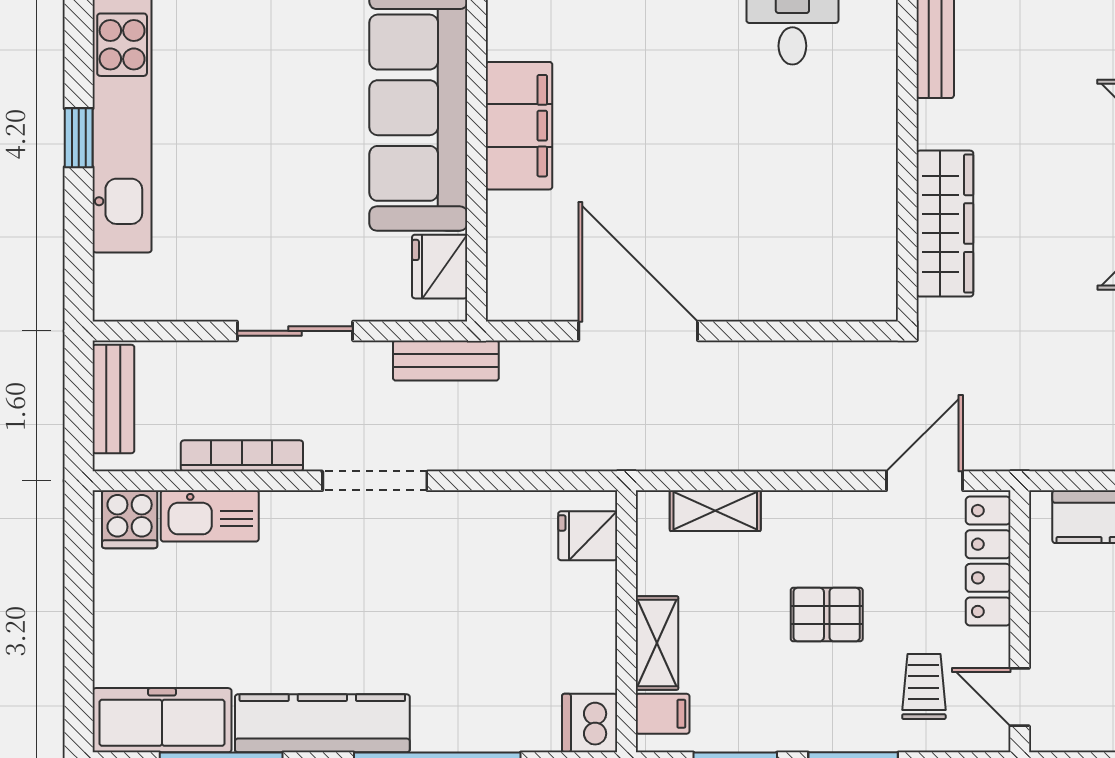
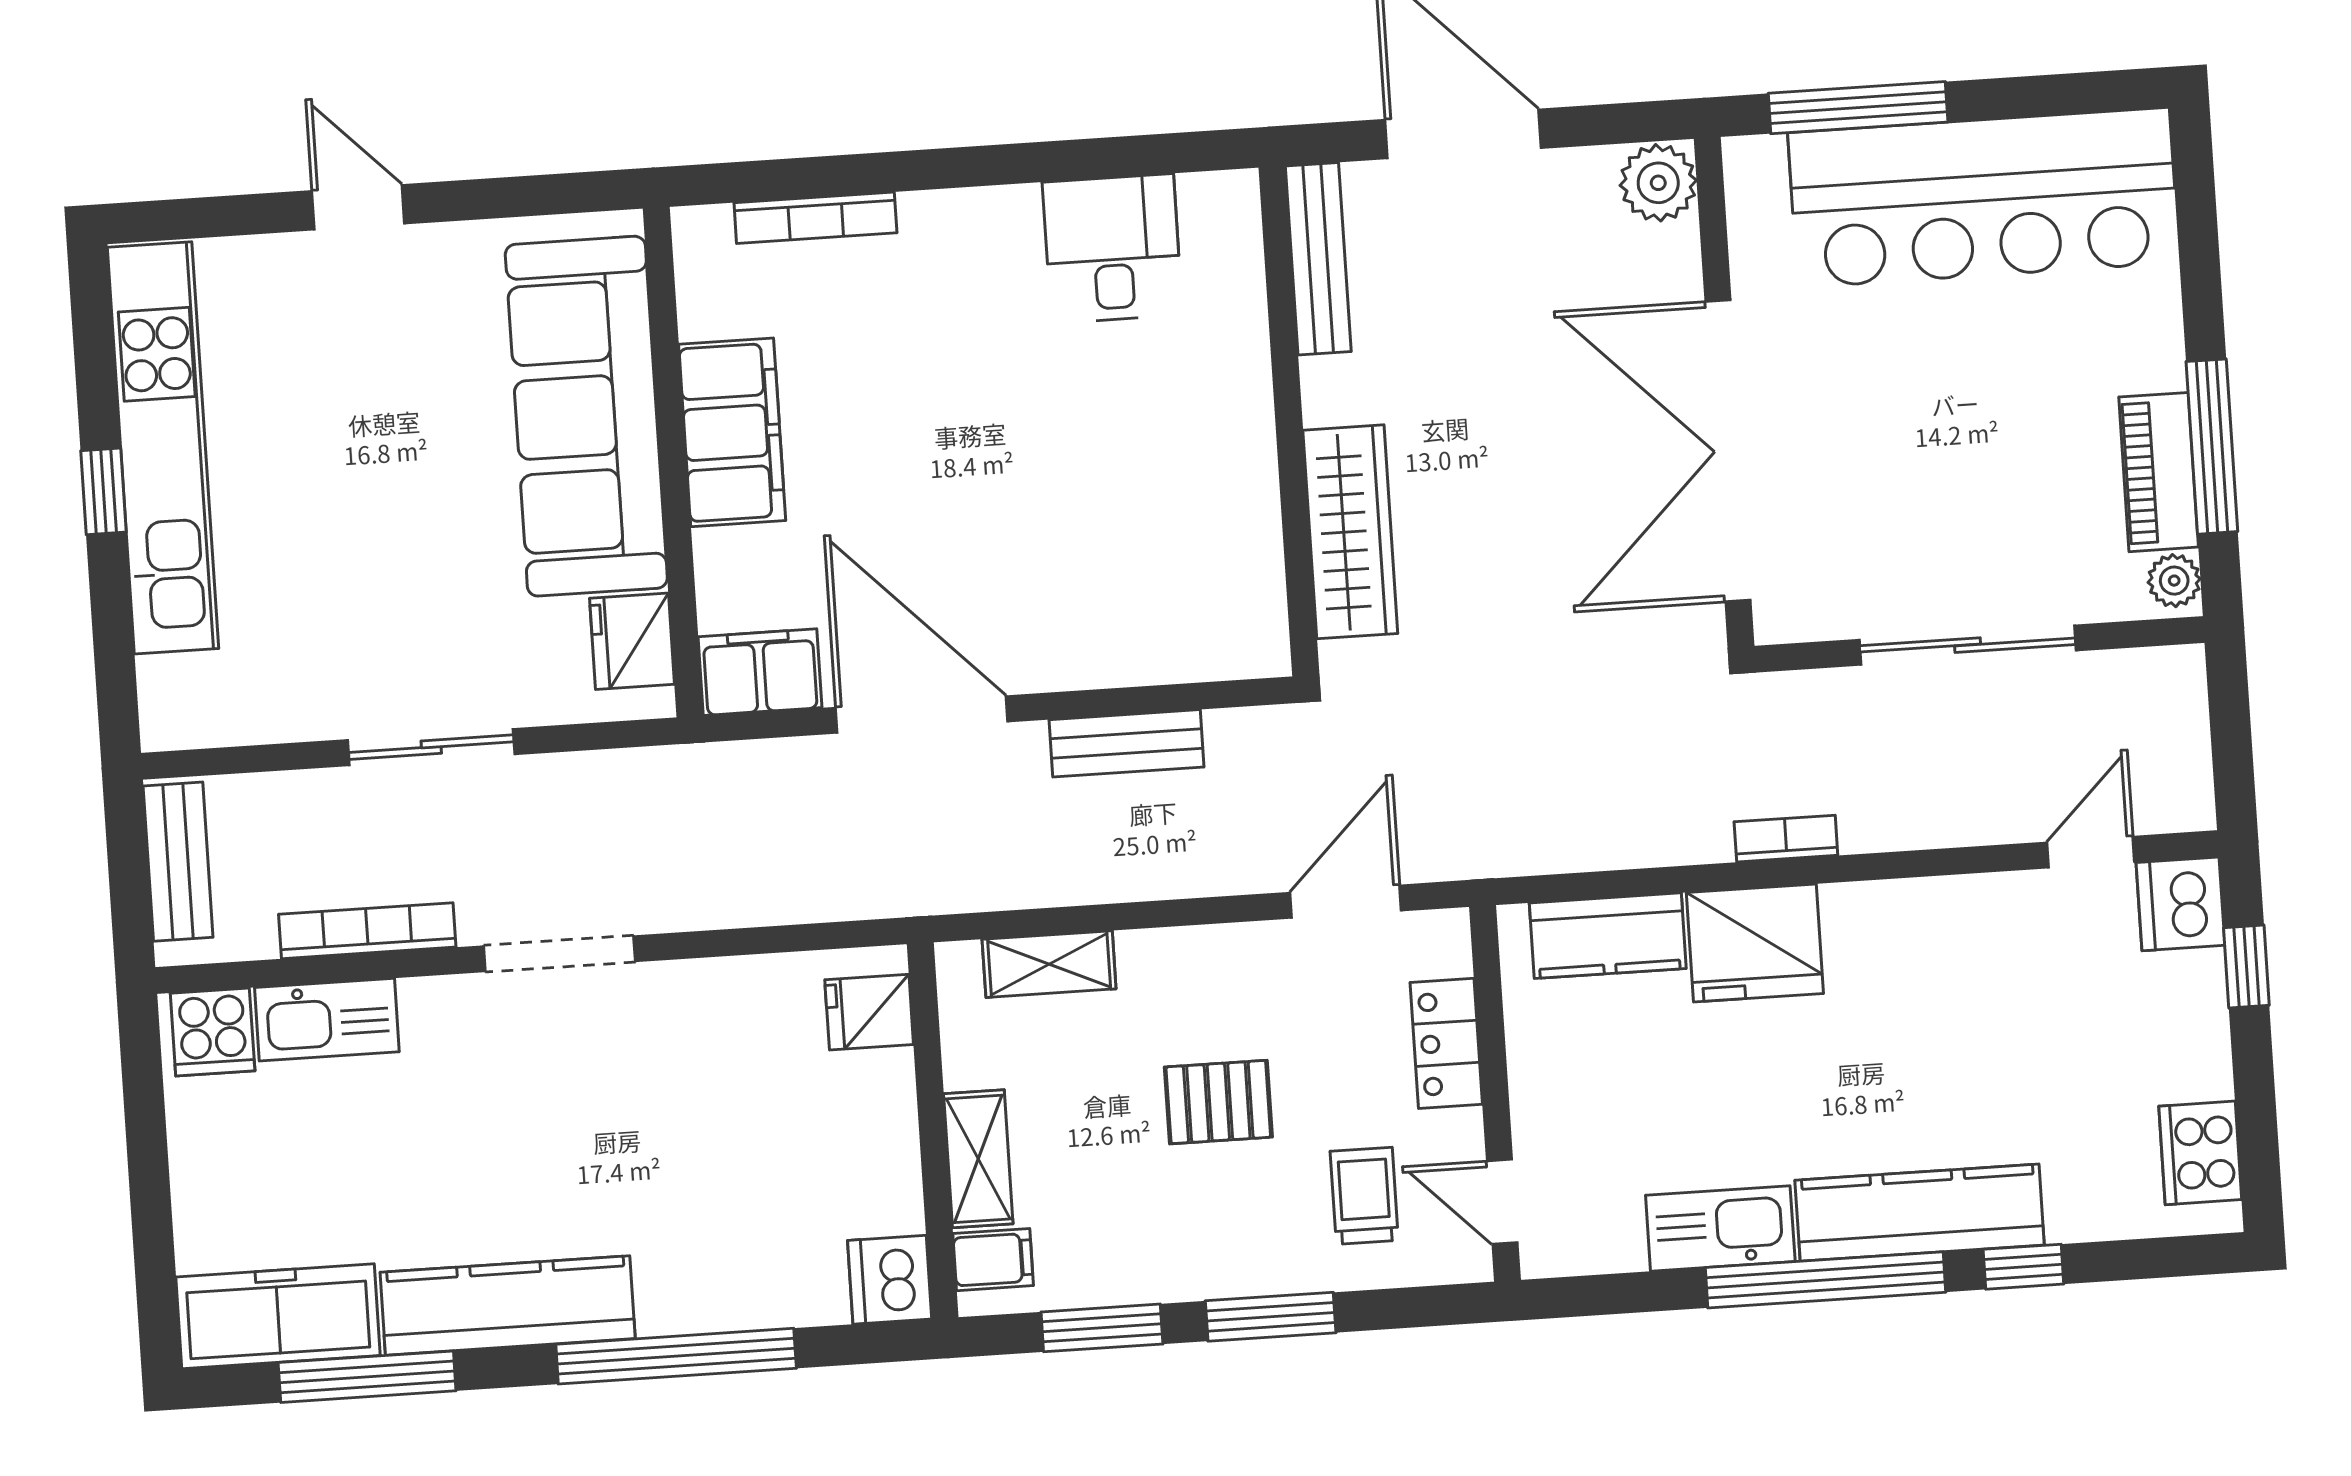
filing cabinet: (527, 294) -> (760, 672), added
bench: (446, 361) -> (1127, 743), moved
locker: (988, 561) -> (1446, 1043), width x0.66

